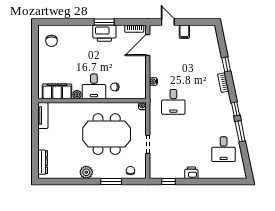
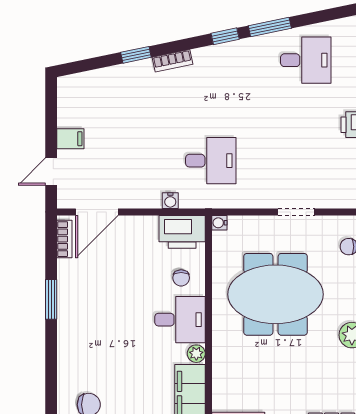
printer: (104, 33) -> (182, 232), moved, turned 90
door: (148, 45) -> (97, 212), hinge flipped
meeting table: (107, 134) -> (276, 294), turned 90

